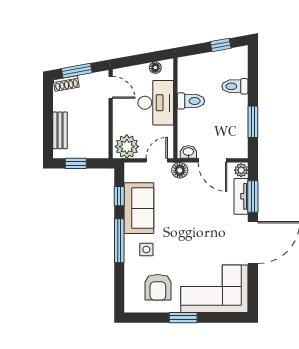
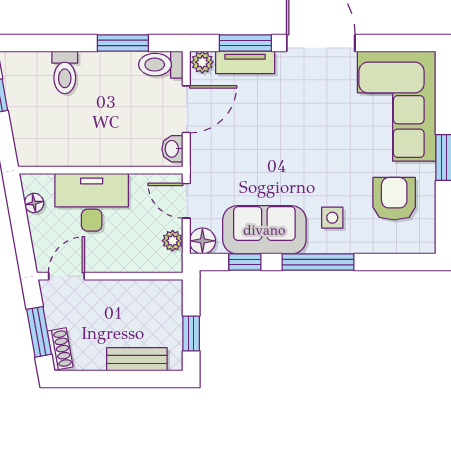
toilet: (191, 101) -> (161, 65), moved, turned -90
plant: (127, 147) -> (173, 241), width x0.53, depth x0.53
floor lamp: (180, 170) -> (202, 241), moved
armchair: (158, 287) -> (394, 199), turned -90

